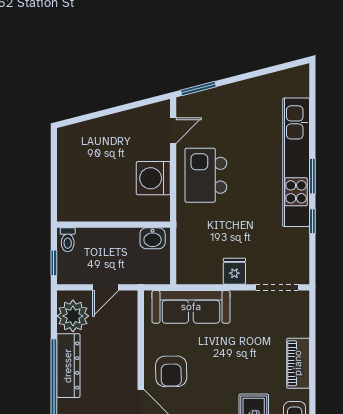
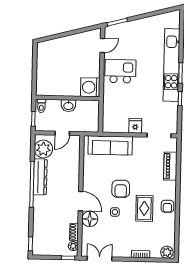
kitchen island: (206, 175) -> (120, 71), turned 90
washing machine: (153, 178) -> (90, 87), moved
washbasin: (153, 238) -> (68, 106), moved
piano: (298, 363) -> (170, 166), moved
armchair: (171, 371) -> (121, 189), moved

